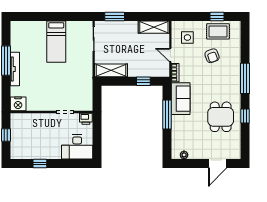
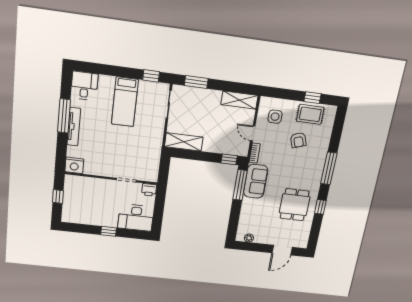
window: (76, 17) -> (151, 76), added
desk: (21, 32) -> (84, 86), added
window: (143, 81) -> (229, 159), moved
window: (167, 114) -> (240, 185), moved
window: (40, 163) -> (109, 231), moved

